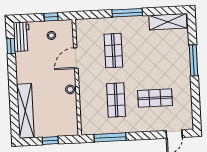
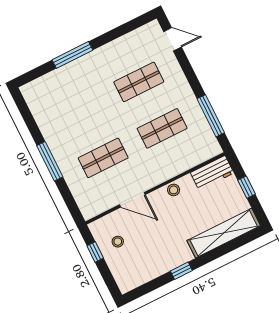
shelving: (168, 22) -> (39, 107), removed
workbench: (22, 37) -> (212, 173), moved, turned 180
window: (11, 46) -> (181, 271), moved
shop shelf: (155, 98) -> (139, 82), turned 90

